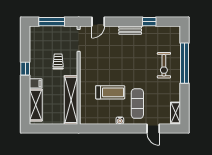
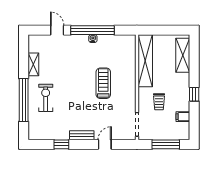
door: (98, 22) -> (105, 144), moved
filing cabinet: (36, 83) -> (183, 117), moved
treadmill: (110, 92) -> (103, 83), moved, turned 90
exercise mat: (137, 104) -> (74, 57), removed
shelving: (175, 113) -> (33, 64), moved
window: (120, 128) -> (92, 30), added

